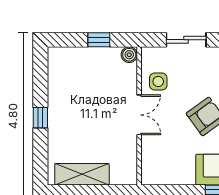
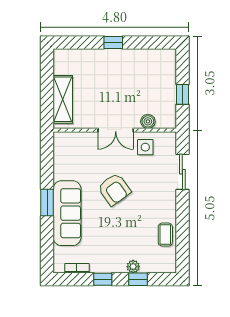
boiler: (129, 55) -> (148, 121), moved
shelving: (82, 174) -> (63, 99), moved

